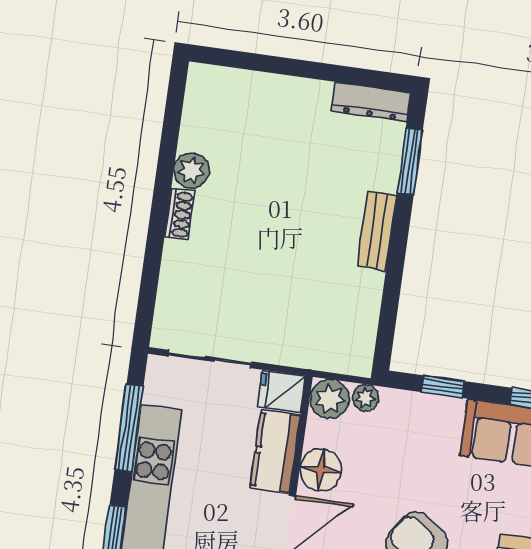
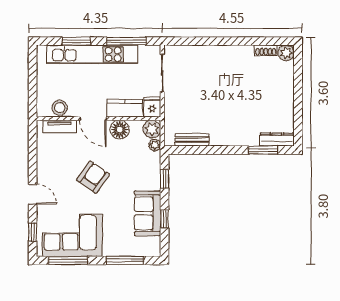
dresser: (371, 102) -> (277, 139), moved, turned 90
plant: (191, 171) -> (286, 53), moved
shoe rack: (180, 214) -> (266, 50), moved
bench: (377, 231) -> (192, 140), moved

